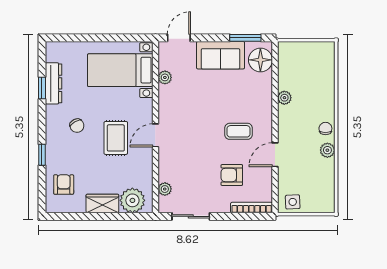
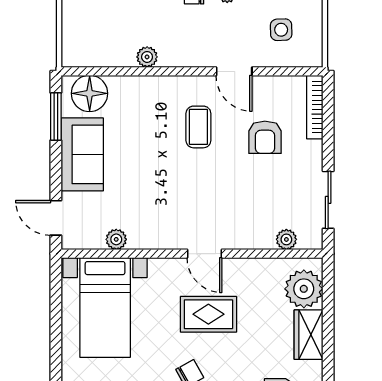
side table: (293, 202) -> (281, 30), moved

